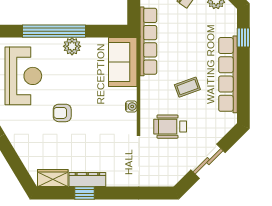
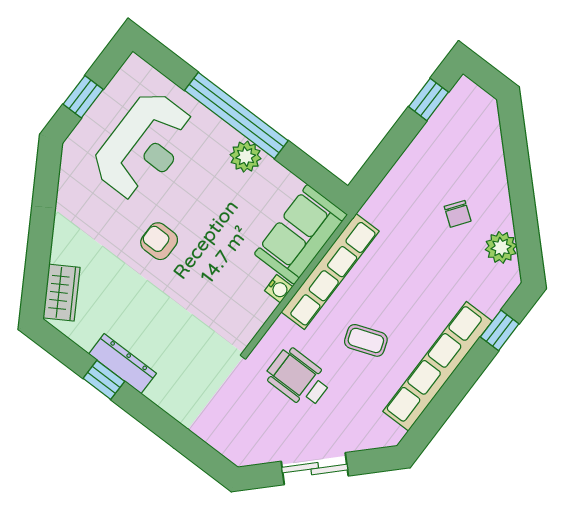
row of seats: (148, 41) -> (330, 272), moved
water cooler: (131, 106) -> (279, 289), moved
wardrobe: (53, 178) -> (61, 293), moved, turned 59

